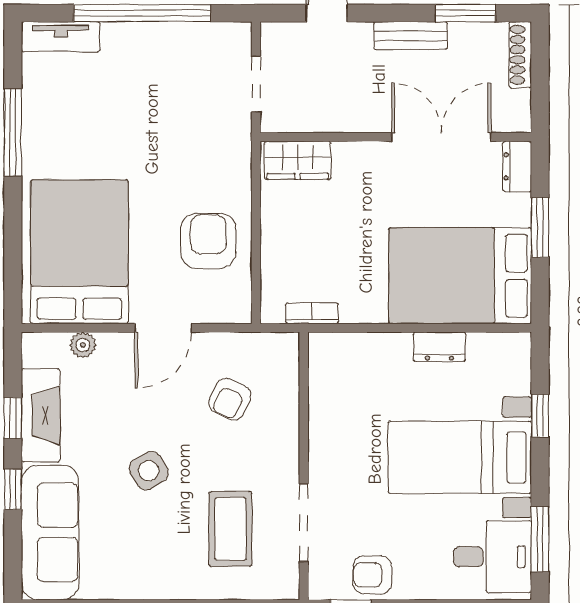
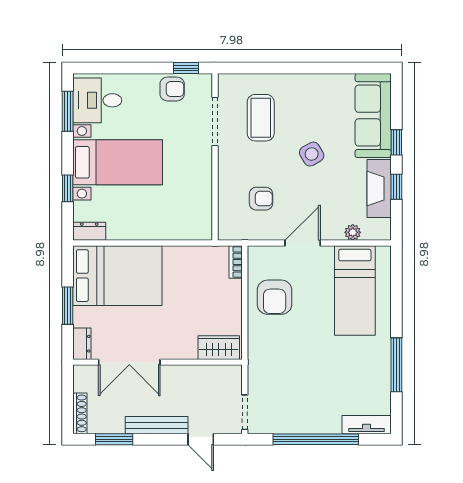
bench: (411, 36) -> (157, 425), width x1.36
doorway: (256, 84) -> (245, 412), moved
bed: (79, 252) -> (355, 291), width x0.67
bookcase: (312, 313) -> (236, 262), moved, turned 90
dresser: (440, 347) -> (89, 231), moved
armchair: (230, 399) -> (261, 199), turned 64

